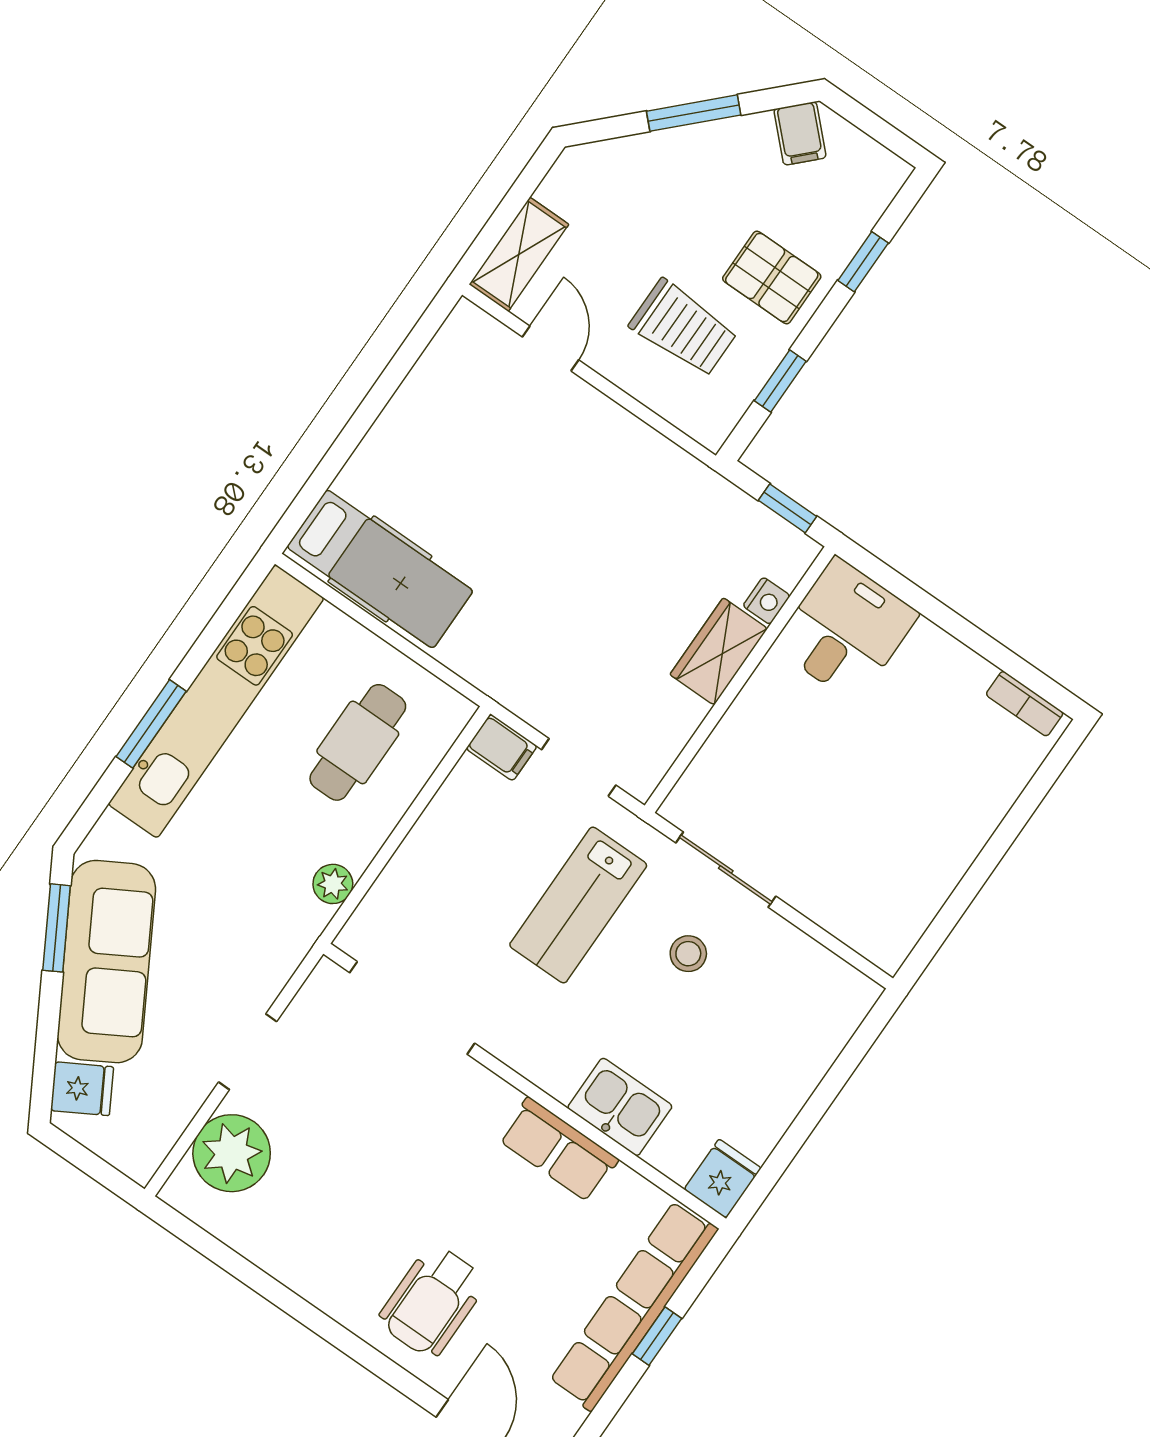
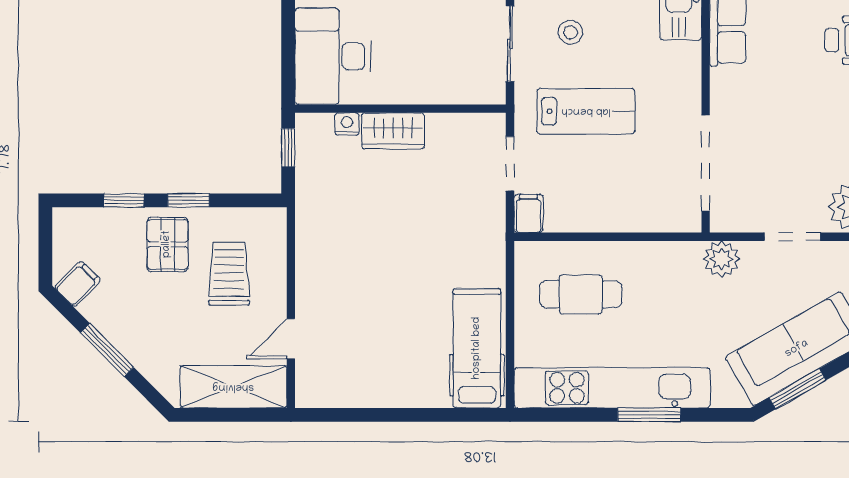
shelving: (519, 254) -> (233, 387), width x1.50, depth x1.33
window: (780, 381) -> (189, 200), moved
desk: (846, 630) -> (333, 56), width x1.37
plant: (333, 884) -> (722, 259), moved, width x1.38, depth x1.38

